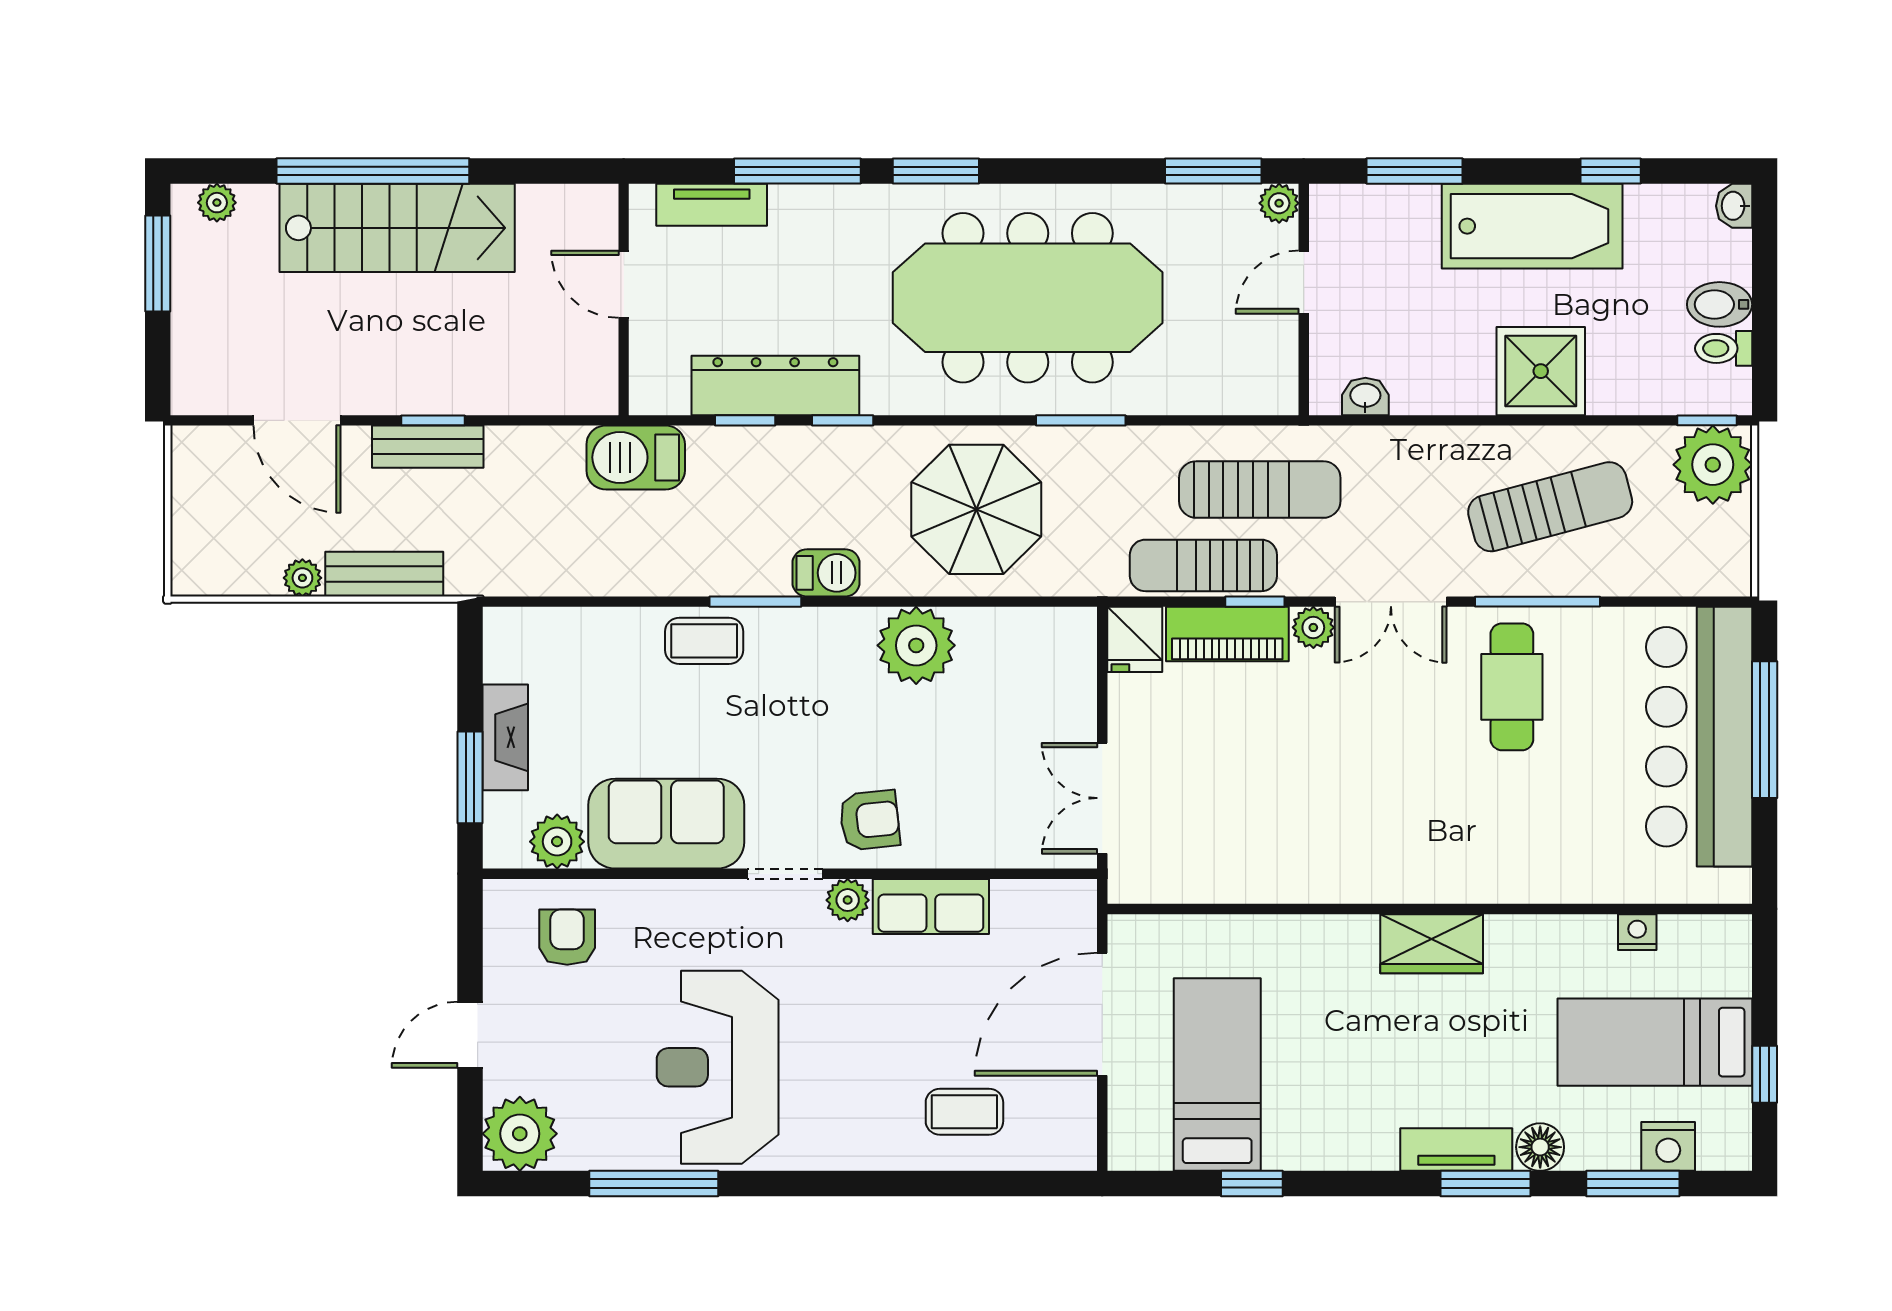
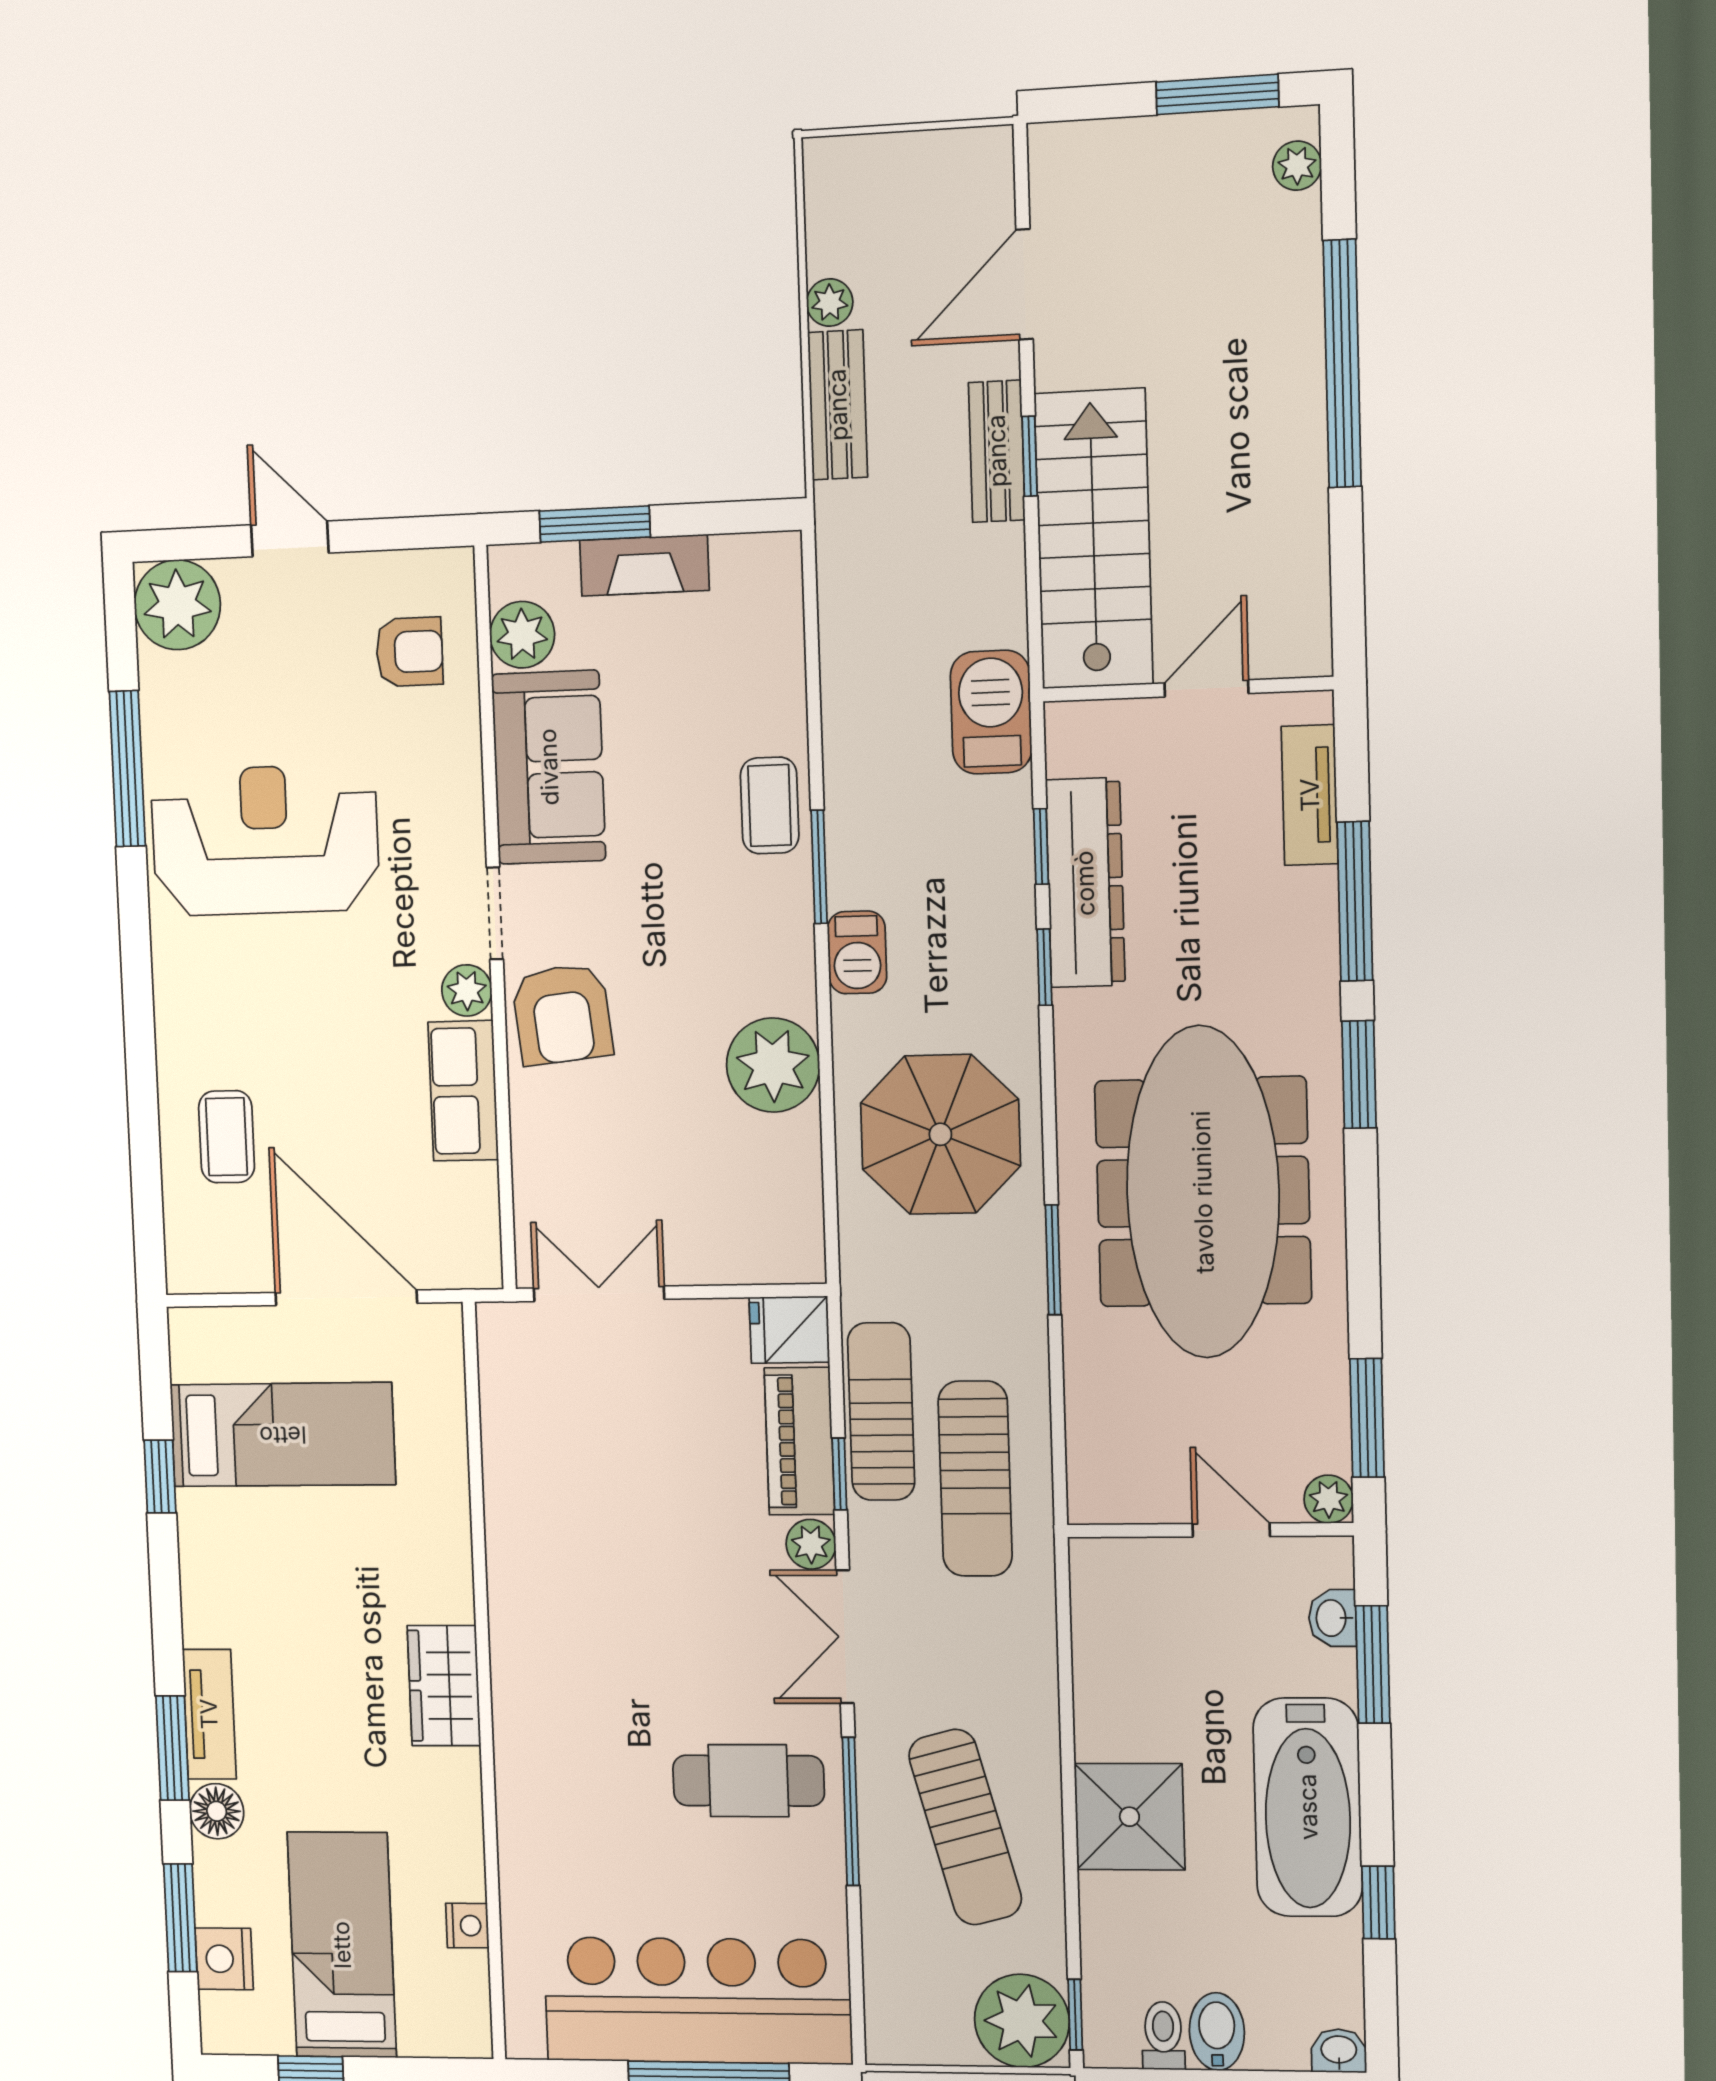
stairs: (397, 228) -> (1094, 539), moved, turned 180
washbasin: (1365, 396) -> (1332, 1618), moved, turned 180
armchair: (870, 820) -> (562, 1014), width x1.38, depth x1.38

